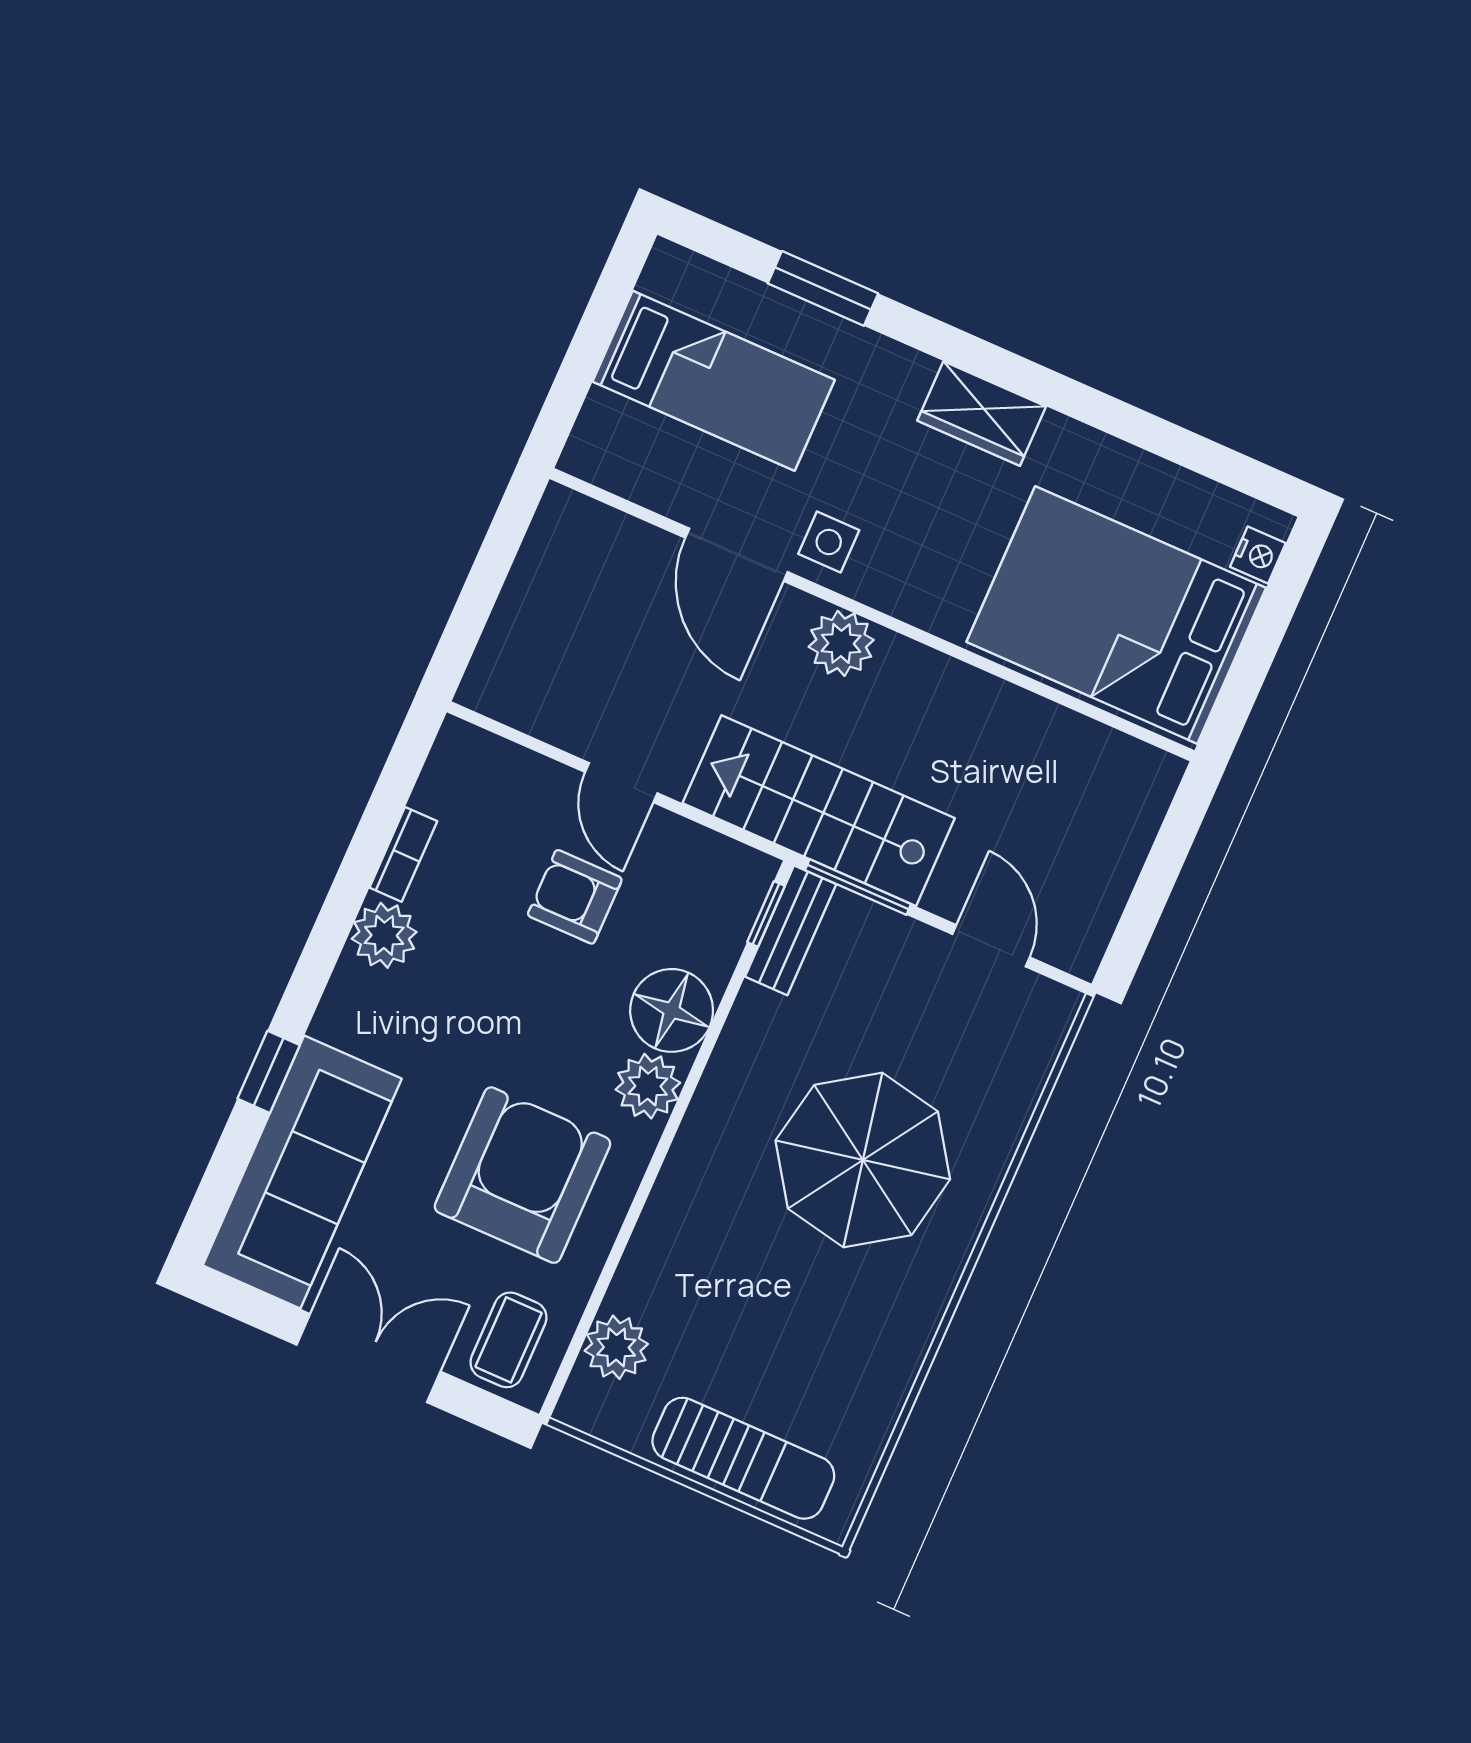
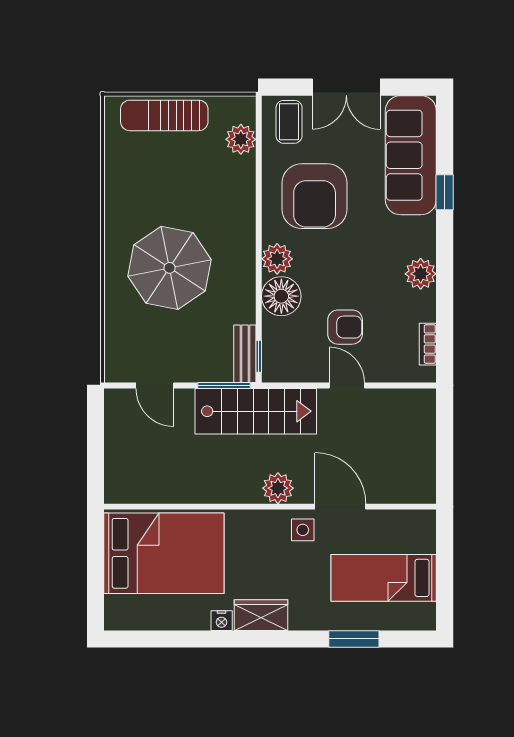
nightstand: (1258, 555) -> (222, 621), moved, turned -90
bookcase: (403, 854) -> (428, 344), moved

